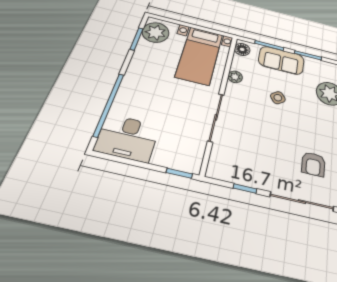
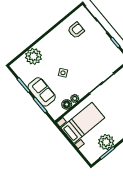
plant: (156, 32) -> (106, 142), moved
floor lamp: (242, 49) -> (67, 104), moved

